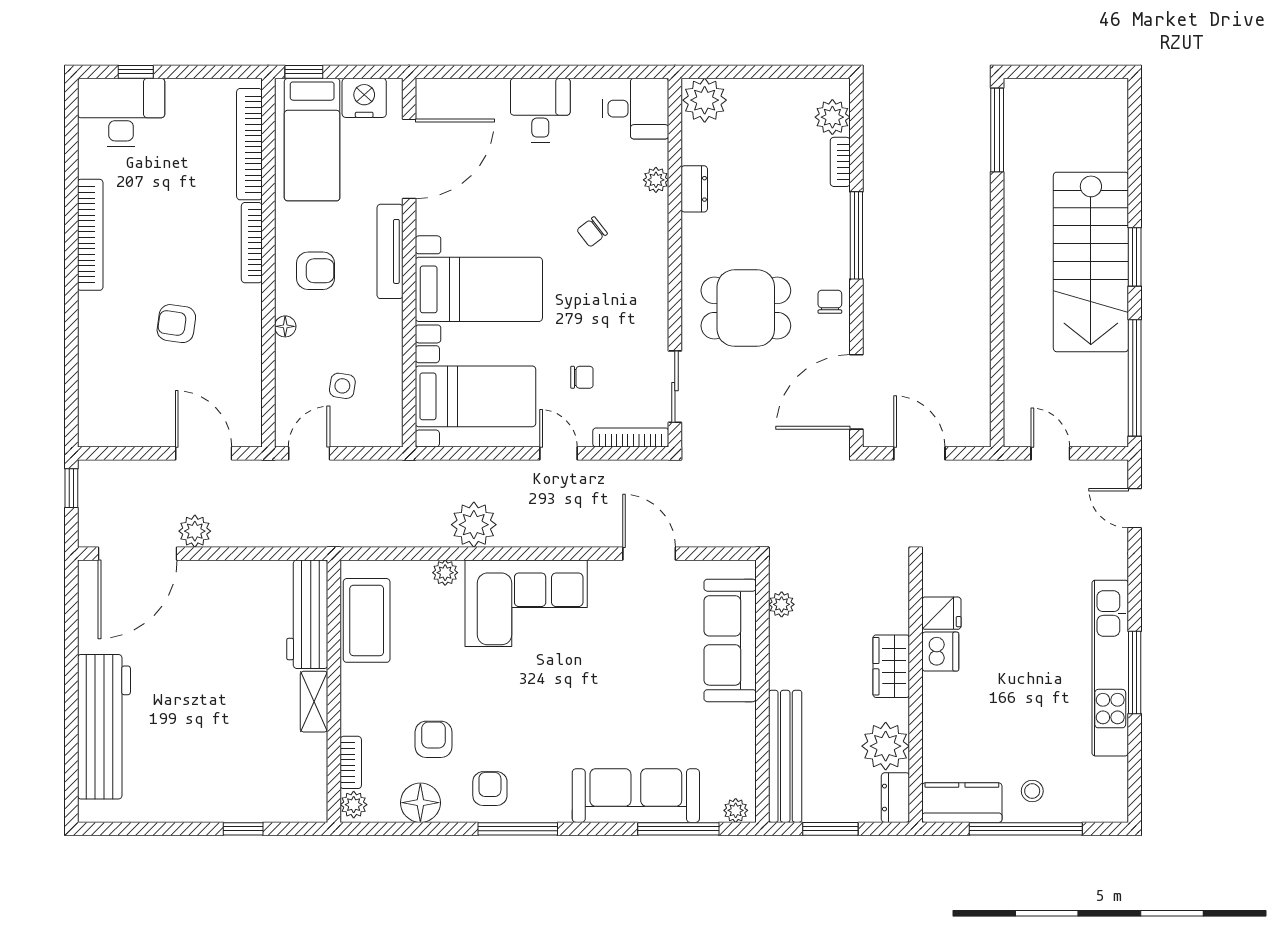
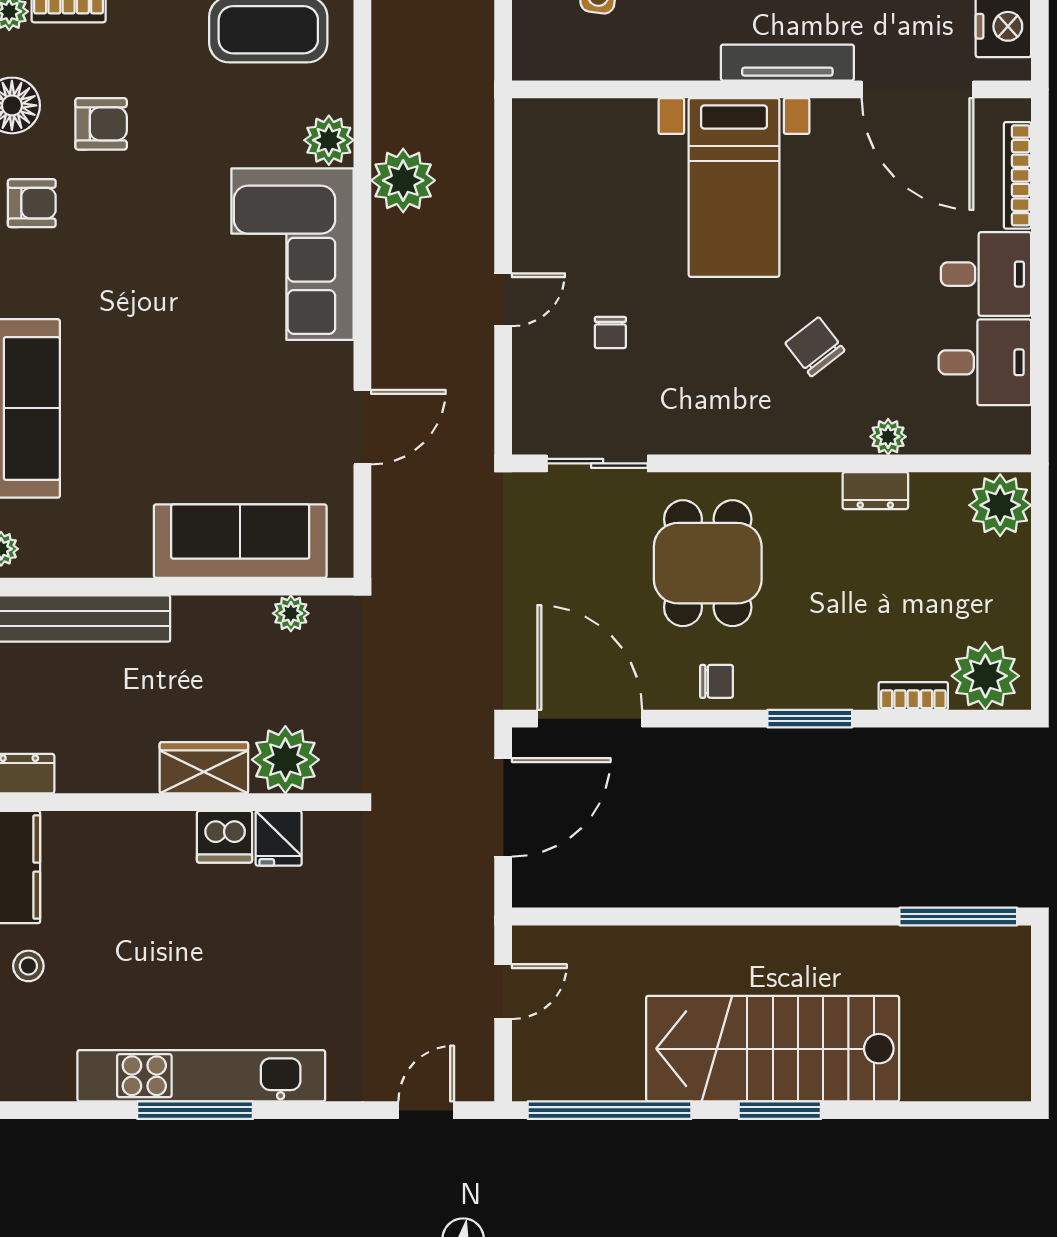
desk: (636, 109) -> (985, 362), moved, turned -90
plant: (832, 117) -> (985, 676), width x1.36, depth x1.36
chair: (592, 232) -> (815, 347), width x1.37, depth x1.37
window: (856, 235) -> (810, 719), width x0.69
bed with nightstands: (475, 396) -> (583, 183), removed
bookcase: (631, 438) -> (1017, 175), moved, turned 180
door: (919, 453) -> (503, 807), width x1.36
plant: (445, 573) -> (329, 140), width x1.38, depth x1.38
plant: (886, 746) -> (285, 760), moved

